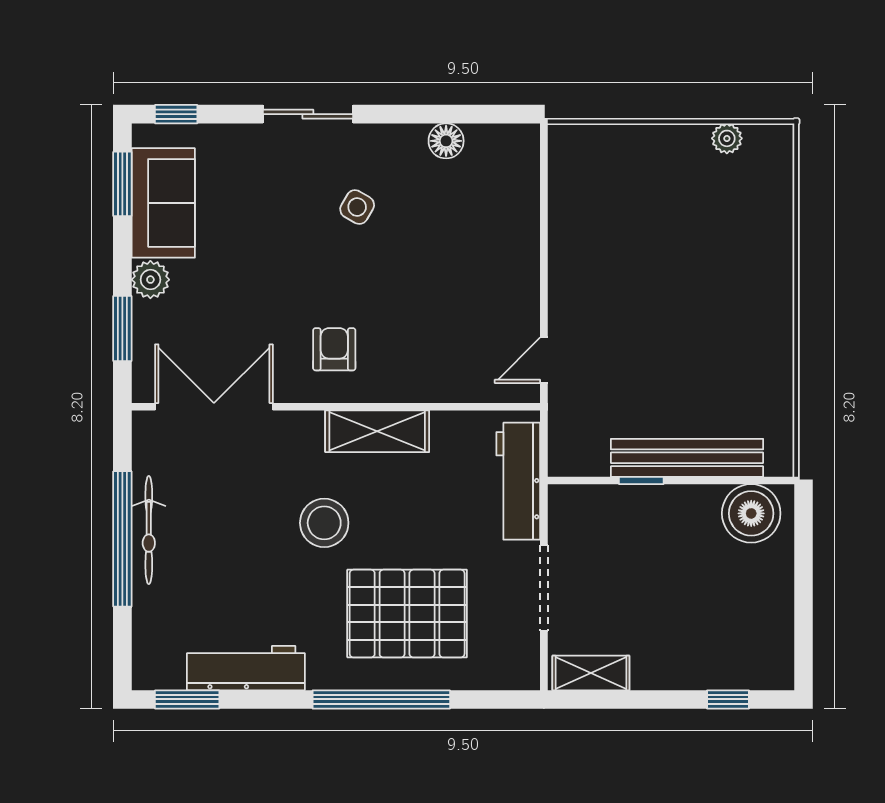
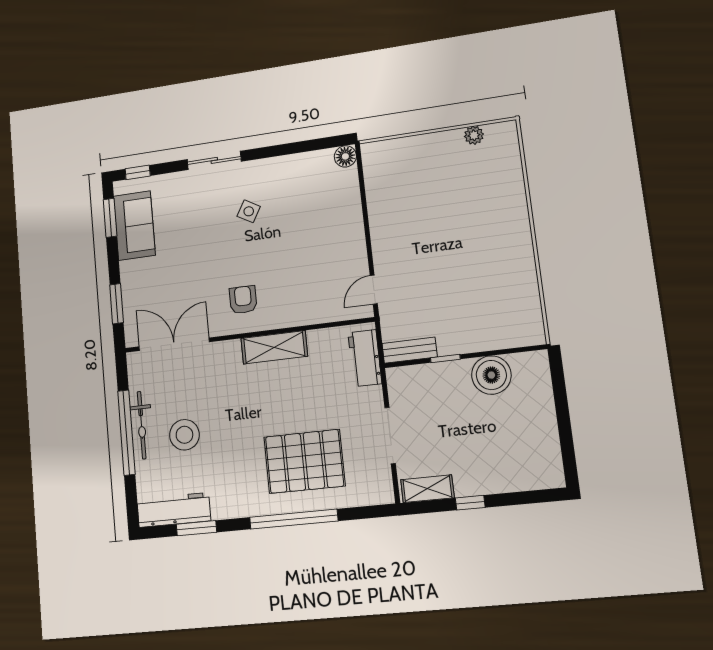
floor lamp: (446, 141) -> (345, 156), moved
plant: (150, 280) -> (131, 272), removed
bench: (687, 458) -> (410, 350), moved, width x0.54, depth x0.82
workbench: (518, 481) -> (365, 358), width x0.73
boiler: (751, 513) -> (491, 375), moved
stool: (324, 523) -> (184, 435), moved
workbench: (246, 668) -> (174, 510), moved
window: (187, 699) -> (196, 528), moved
window: (728, 699) -> (470, 503), moved

